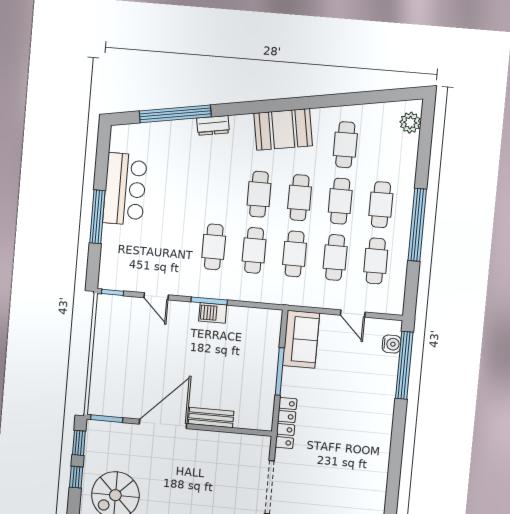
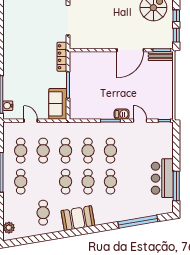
dresser: (213, 125) -> (117, 217), removed
cafe table: (340, 201) -> (110, 182), moved
window: (97, 217) -> (176, 186), moved
barbecue: (213, 313) -> (122, 114), moved
bench: (211, 417) -> (161, 56), moved

